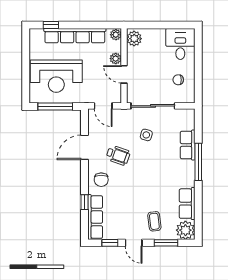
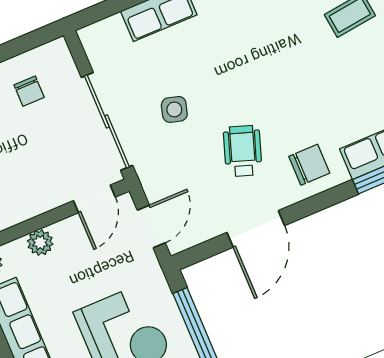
door: (124, 74) -> (94, 199), moved
door: (85, 147) -> (256, 229), hinge flipped

